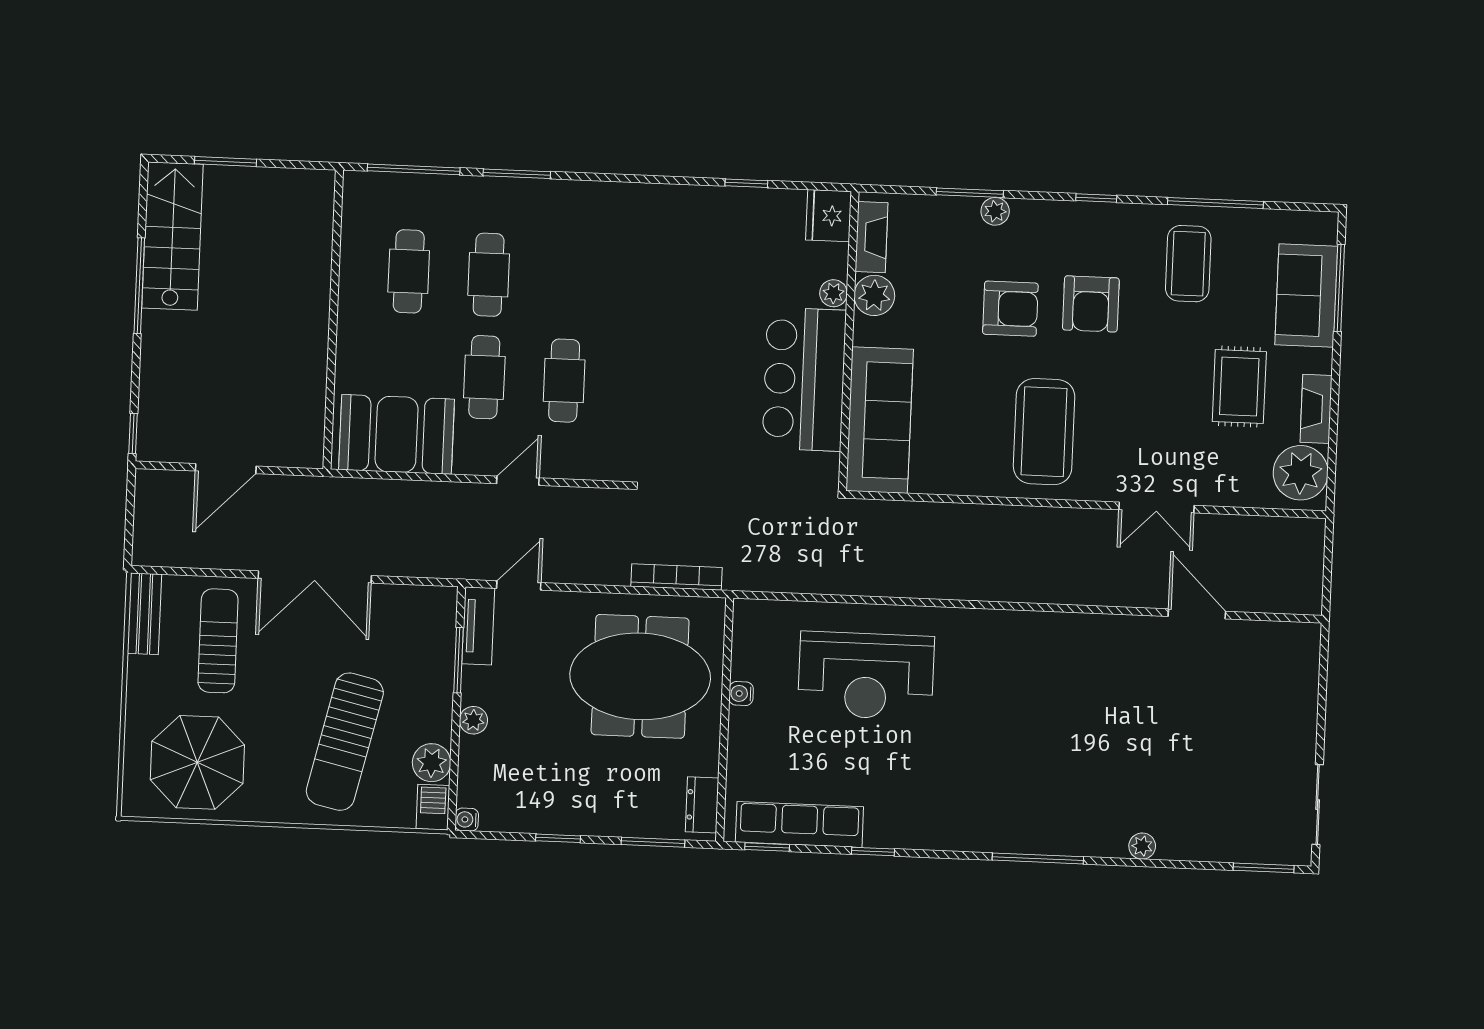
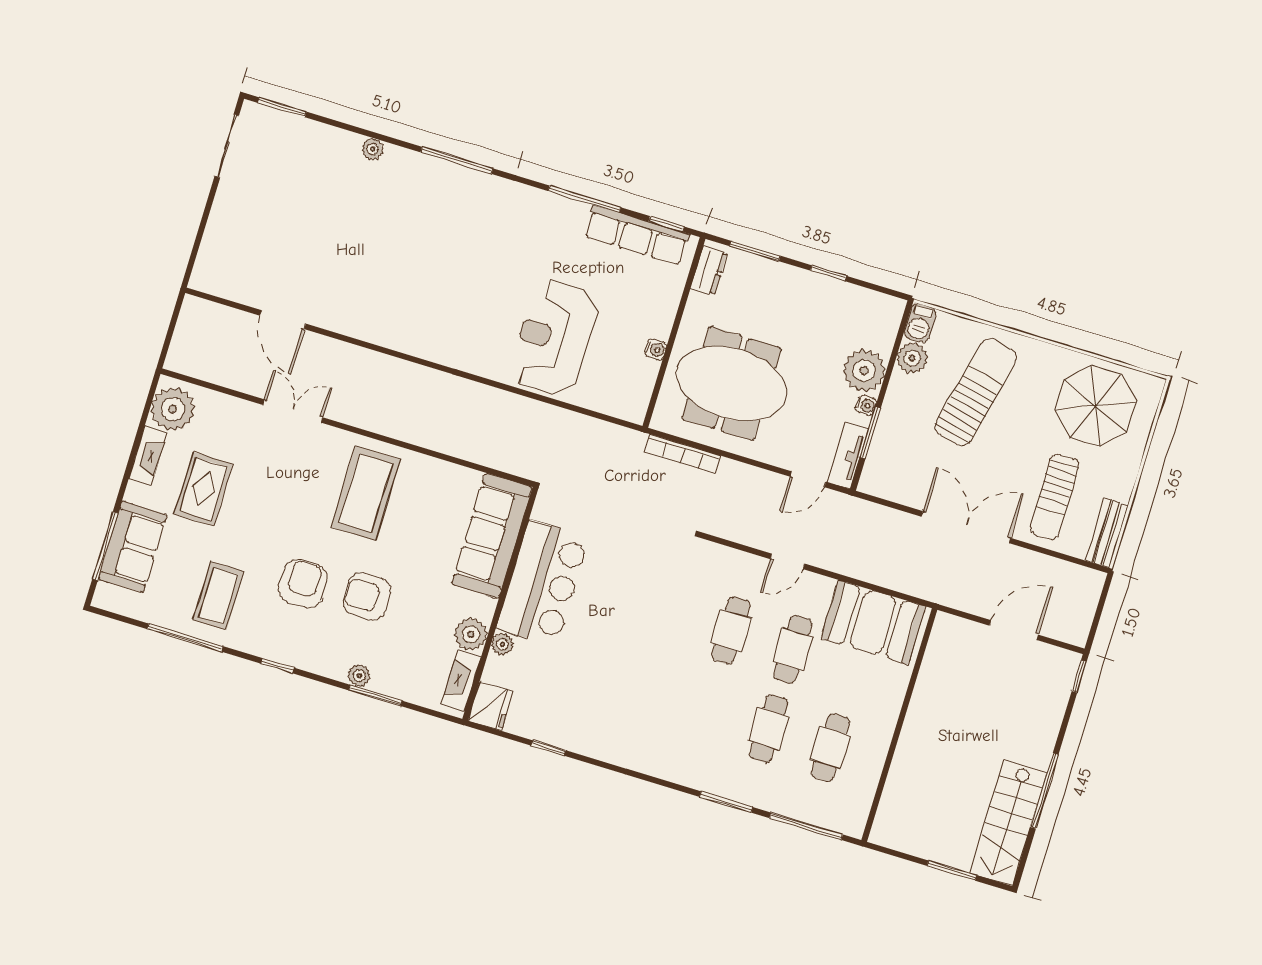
reception desk: (866, 676) -> (554, 338), turned -90
plant: (473, 720) -> (864, 371), width x1.88, depth x1.88
water cooler: (467, 820) -> (866, 405), moved
window: (873, 852) -> (584, 199), width x2.17

